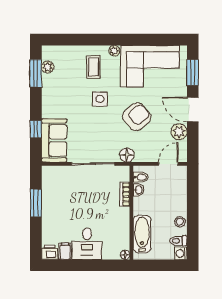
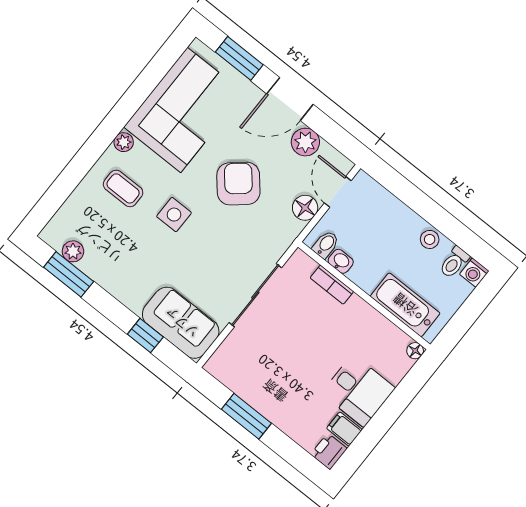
floor lamp: (127, 155) -> (305, 208), moved

